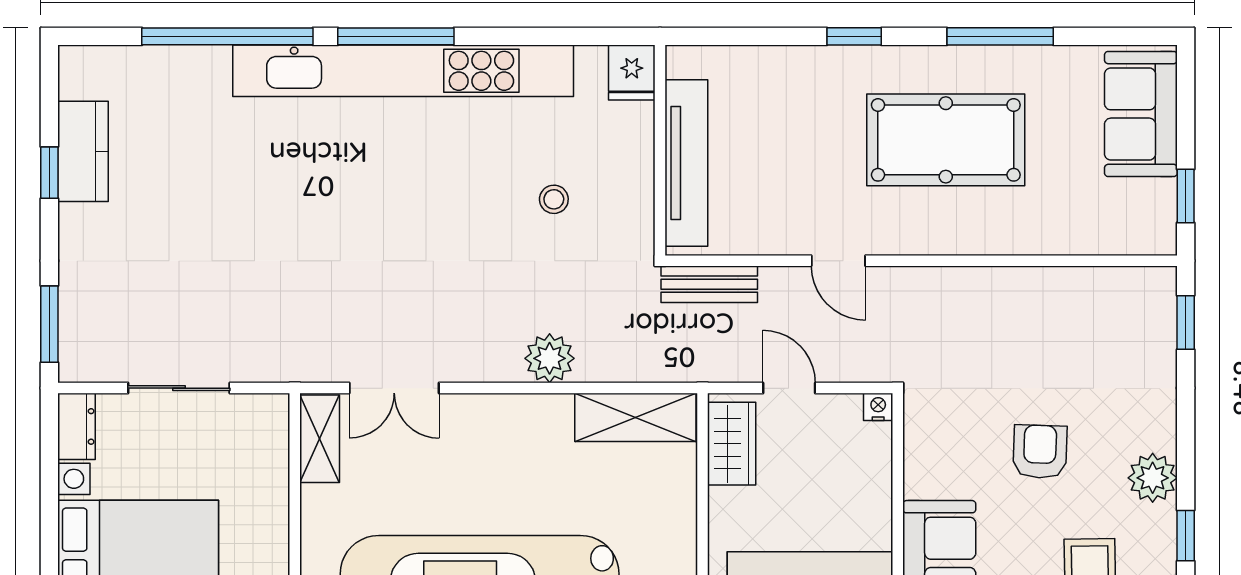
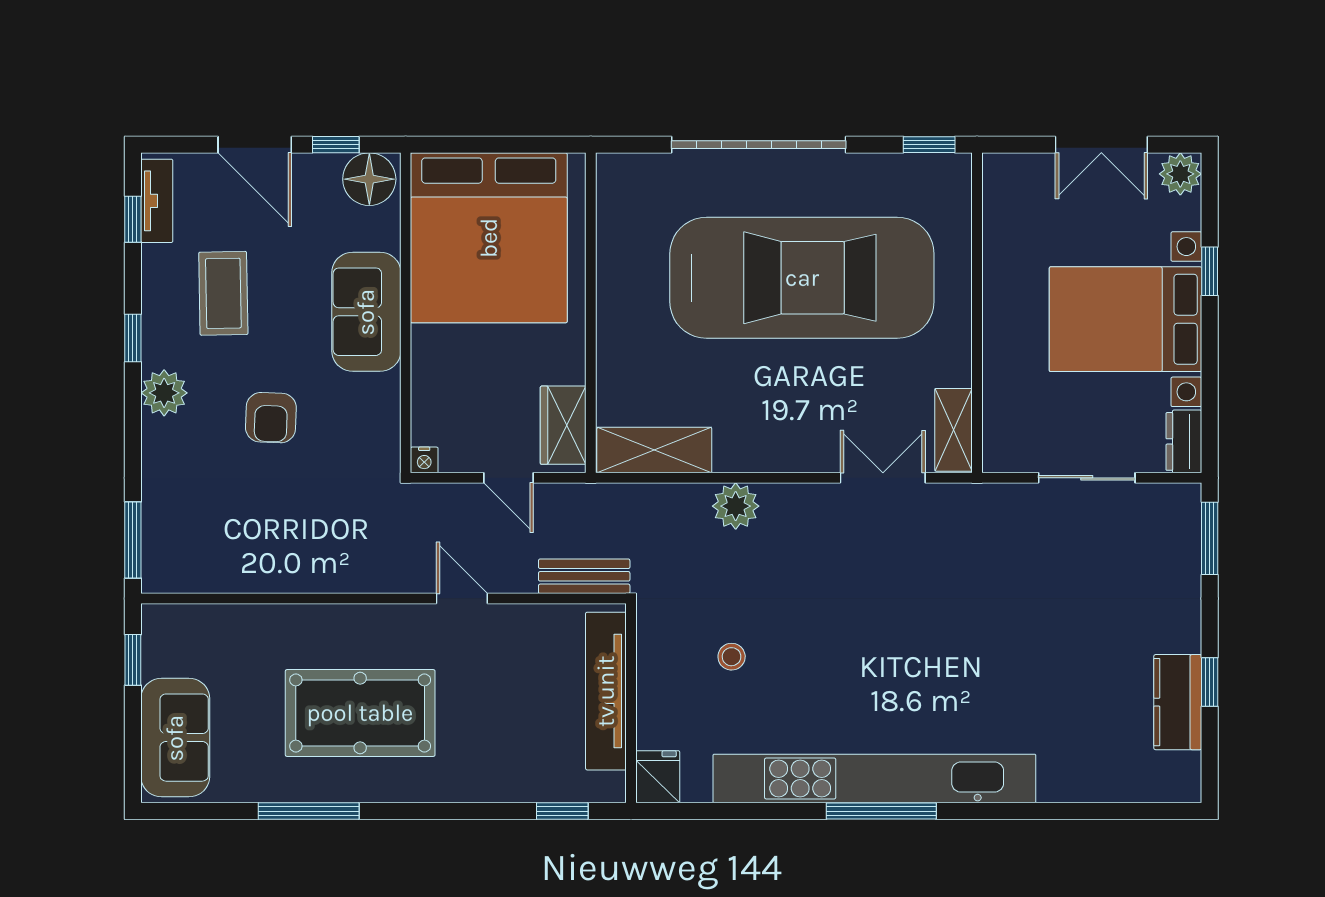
window: (227, 36) -> (1041, 811), removed
window: (854, 36) -> (562, 811), moved
window: (1186, 323) -> (133, 540), width x1.50

